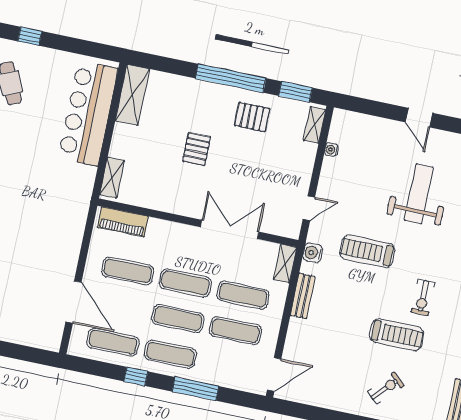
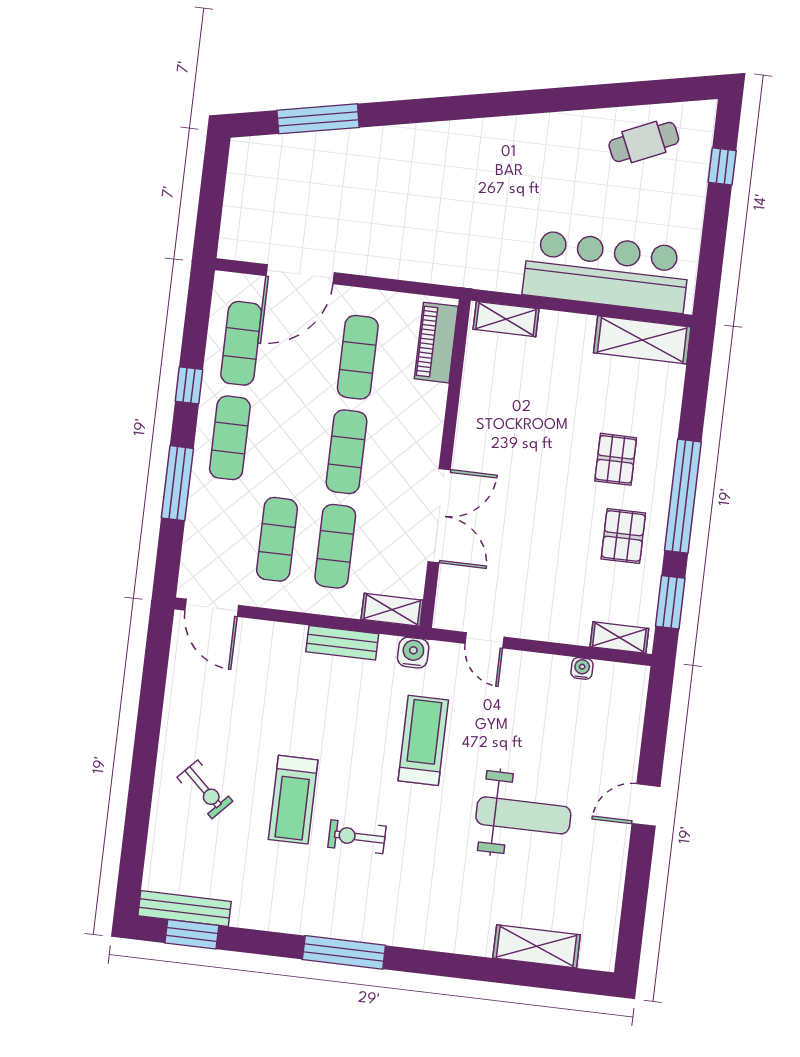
pallet: (197, 149) -> (616, 459), moved, turned 90
exercise mat: (178, 319) -> (288, 445), removed

